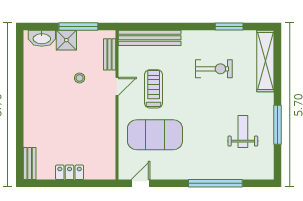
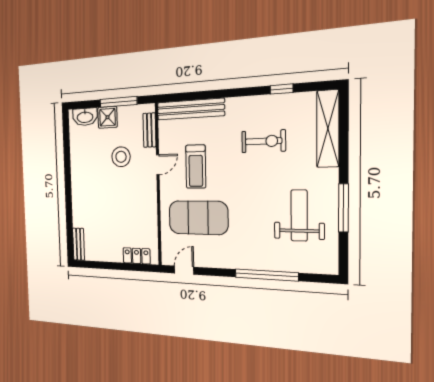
window: (229, 26) -> (282, 89), width x0.67
stool: (80, 78) -> (121, 157), width x1.89, depth x1.89
treadmill: (154, 89) -> (196, 167), turned 180
weight bench: (243, 131) -> (299, 215), width x1.36, depth x1.33
locker: (70, 172) -> (137, 256), moved

